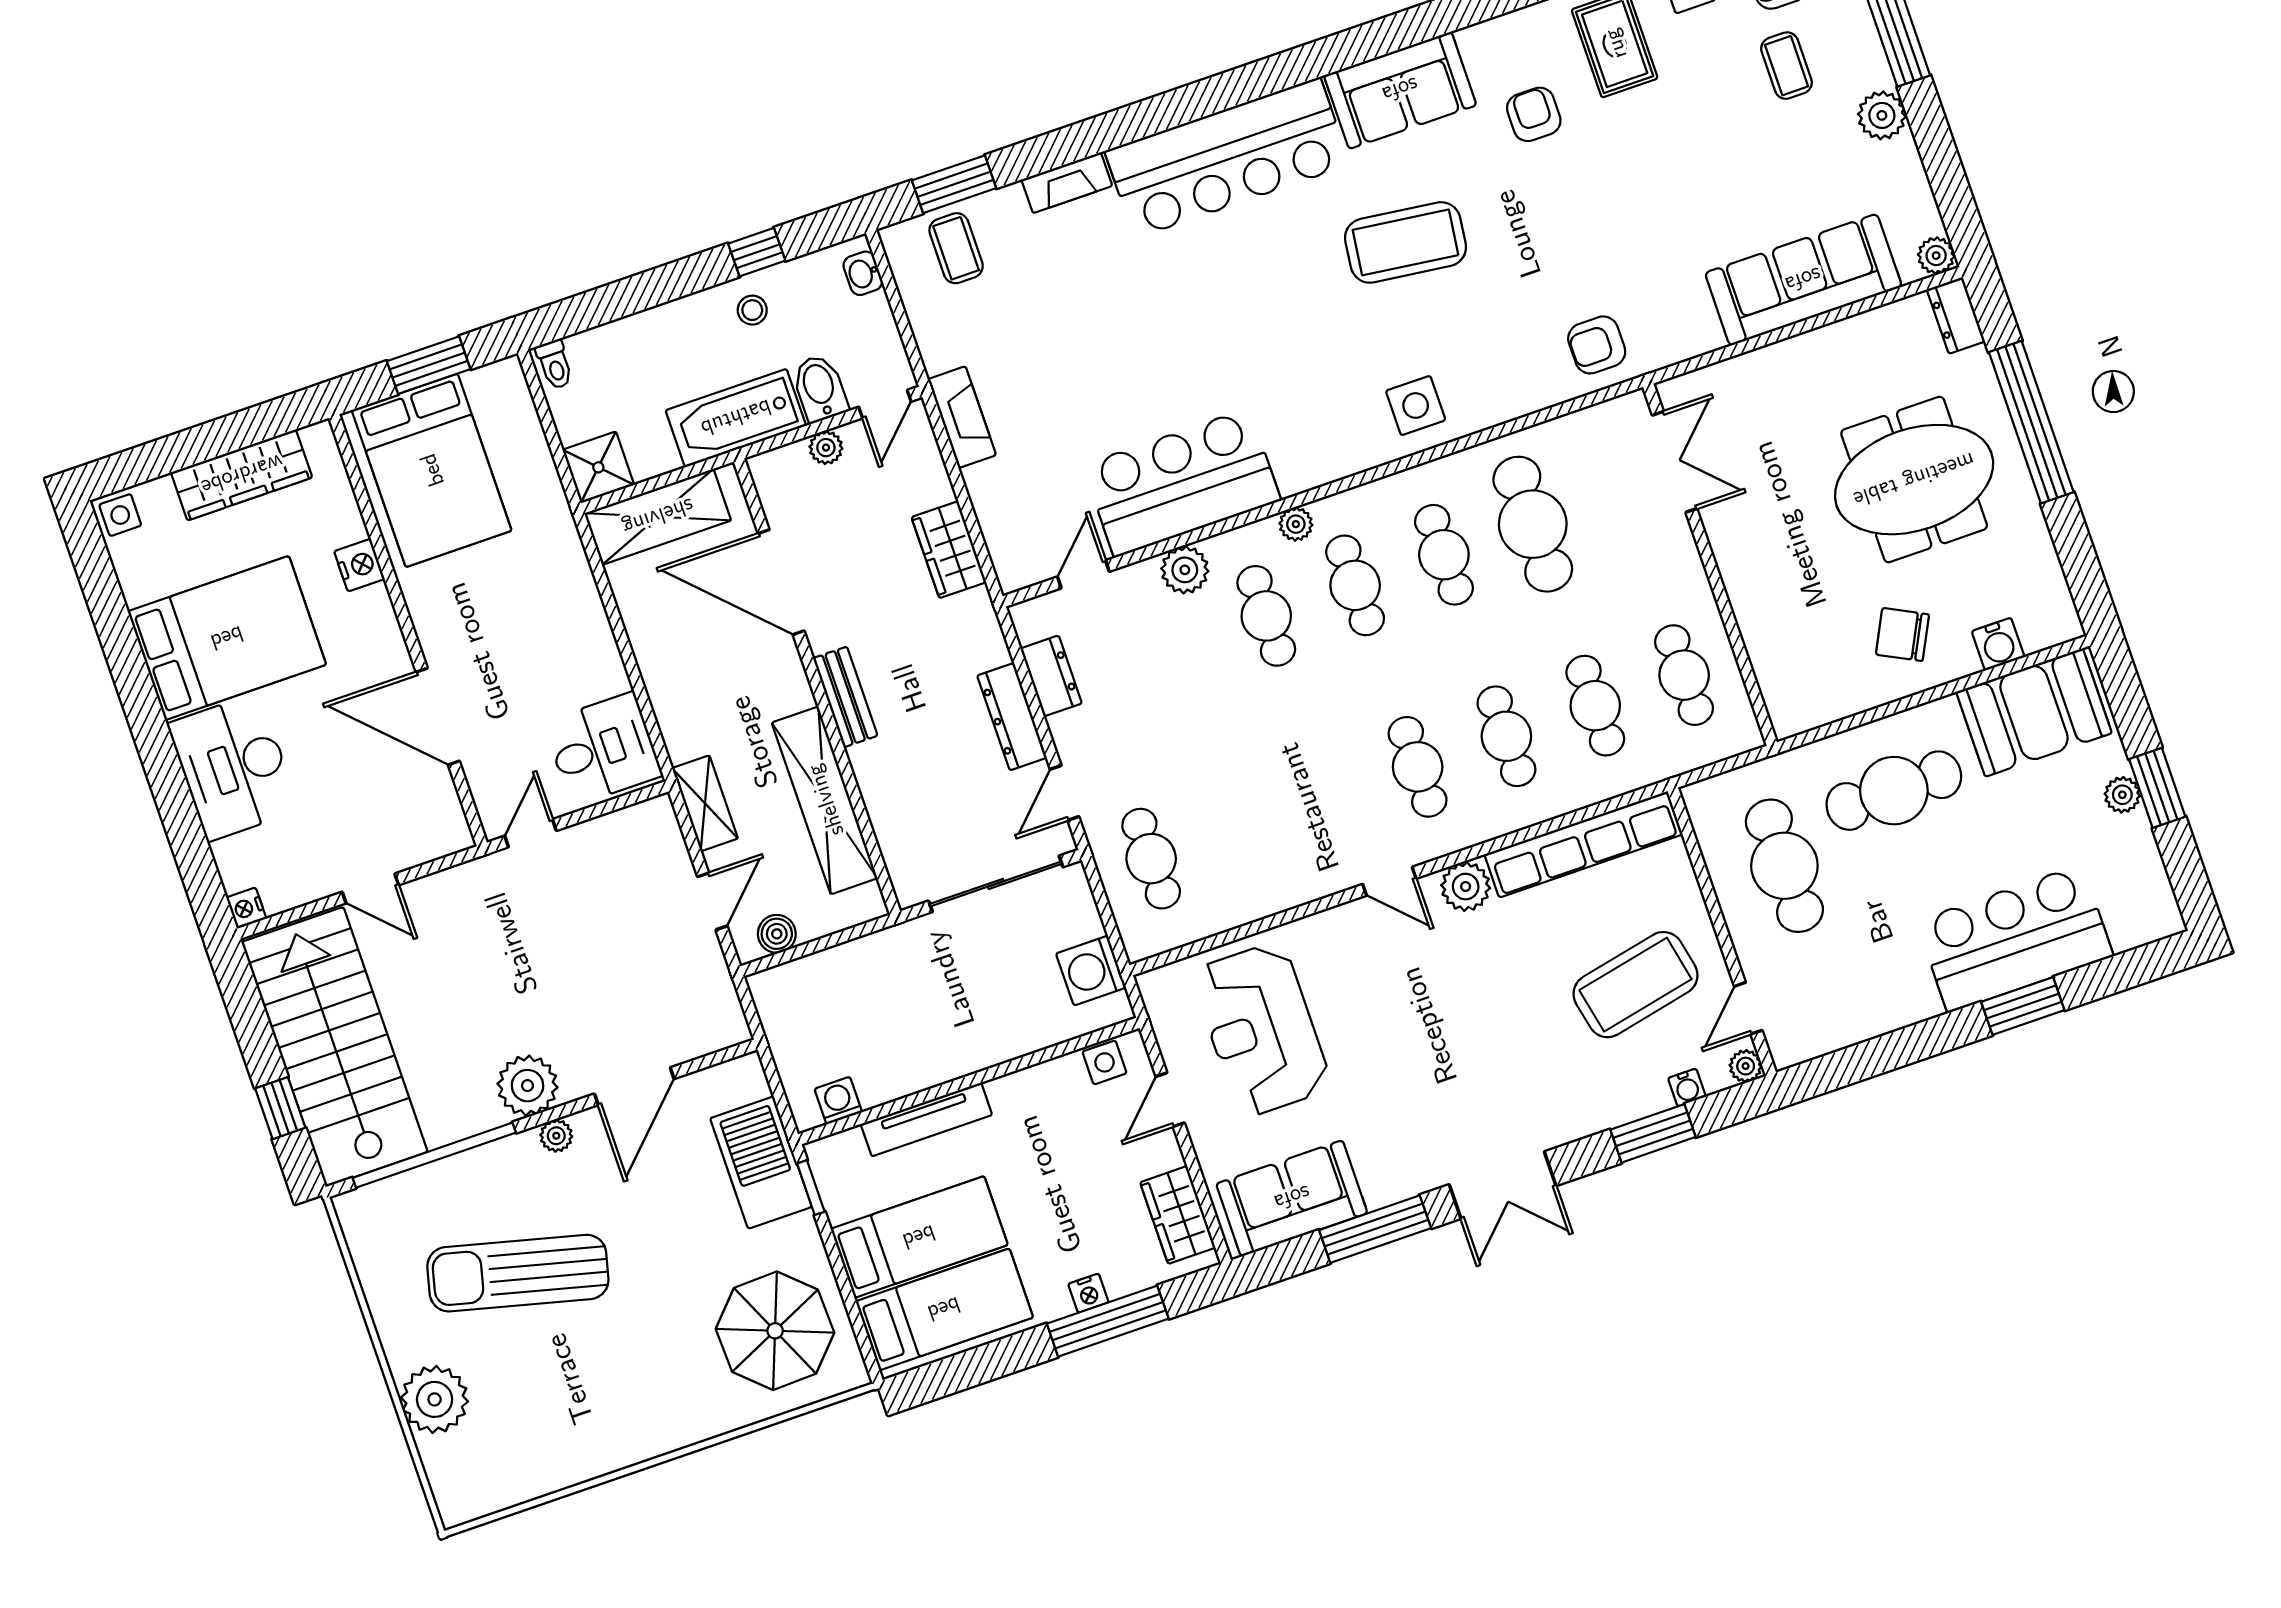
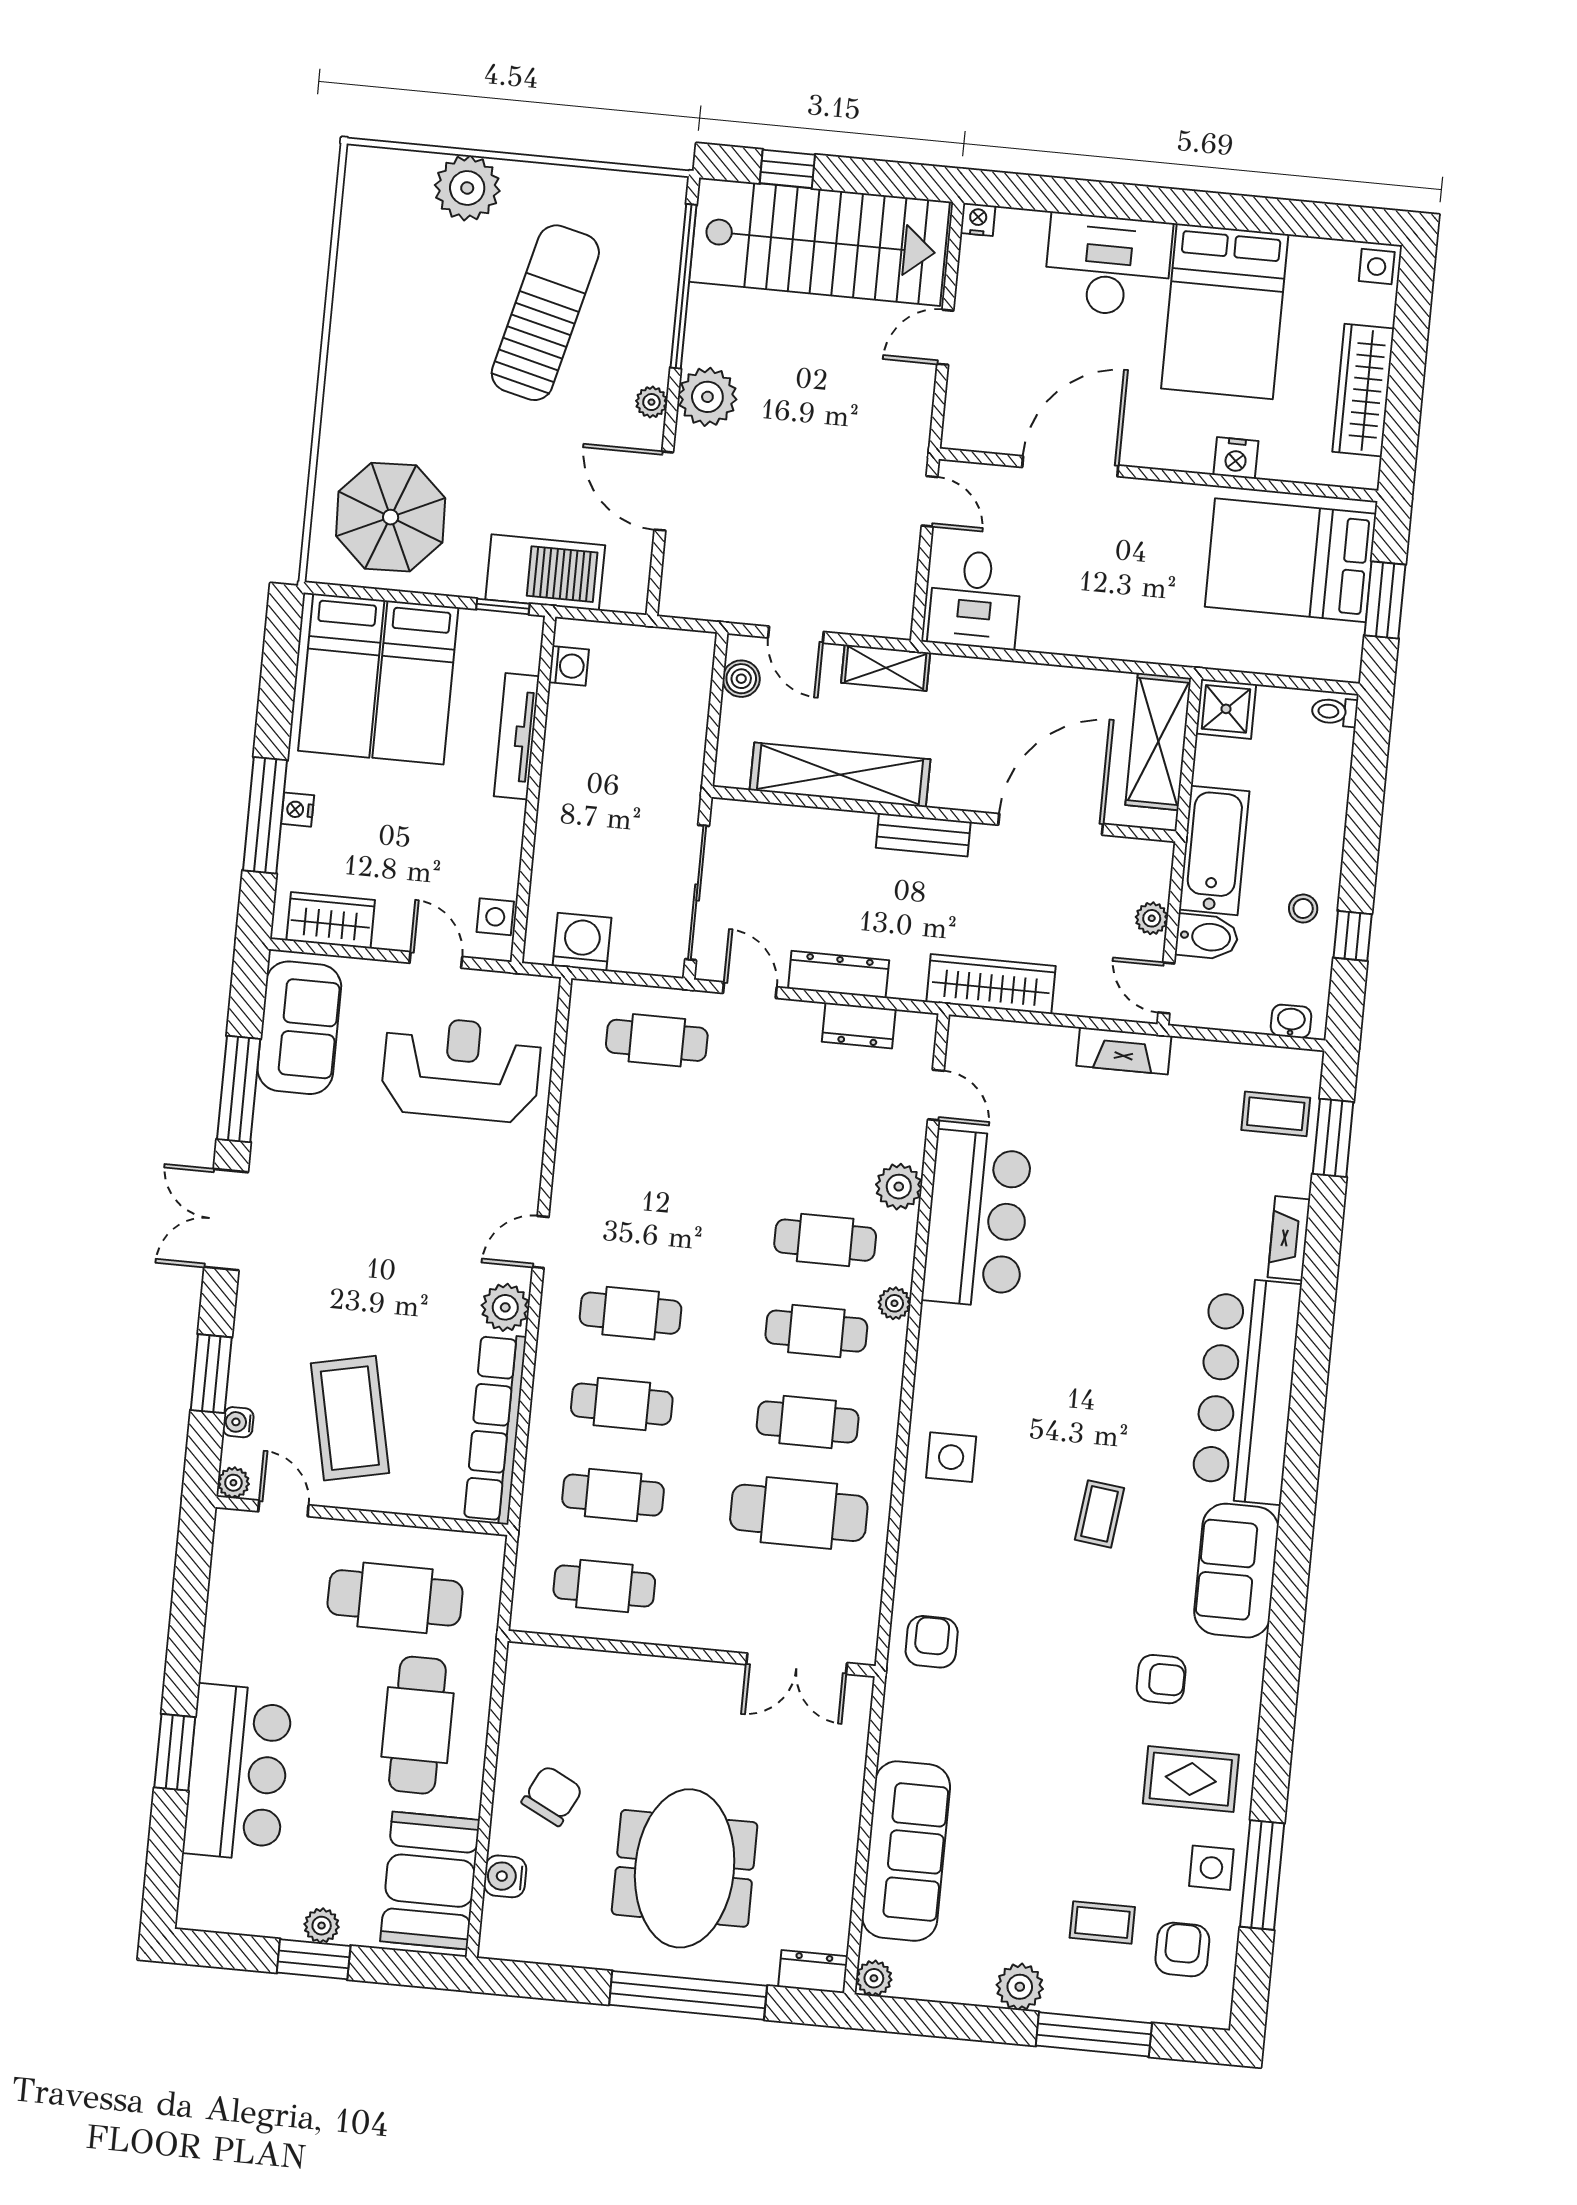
coffee table: (1406, 242) -> (1100, 1514), width x0.54, depth x0.58
wardrobe: (949, 550) -> (991, 984), width x1.50

